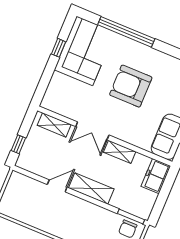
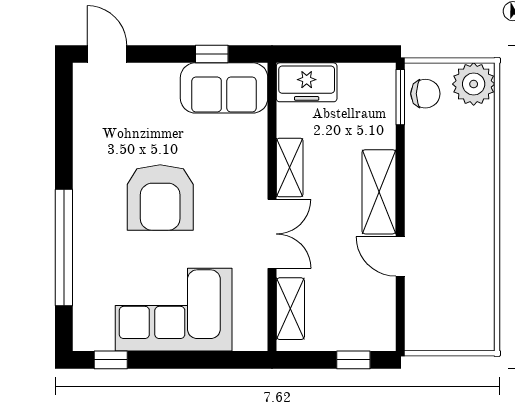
window: (59, 48) -> (111, 360), moved
corner sofa: (85, 51) -> (174, 310), moved

